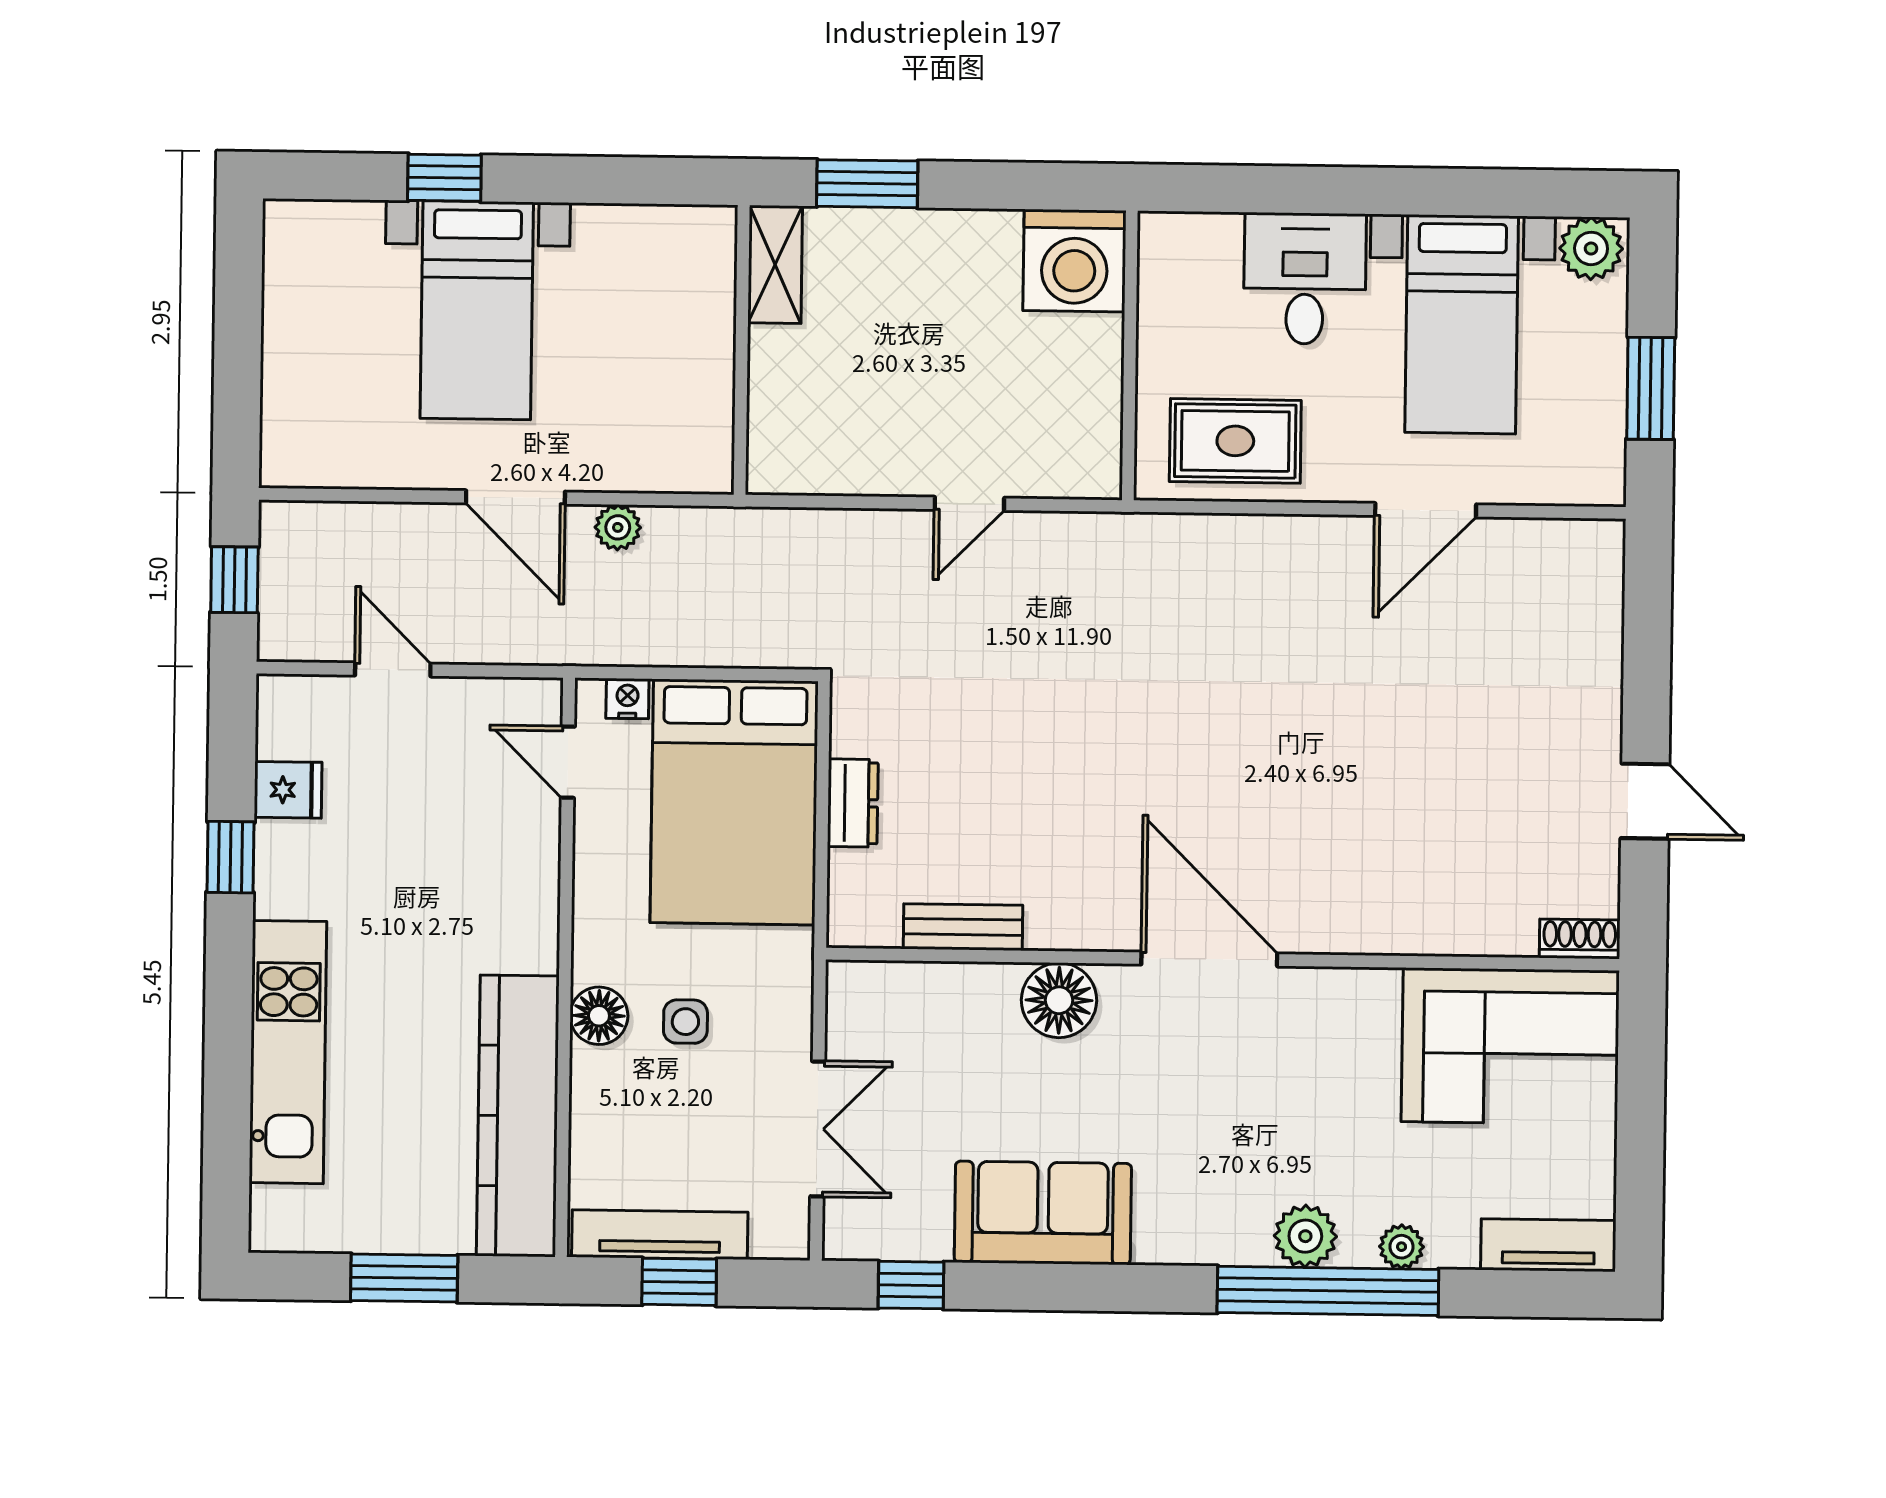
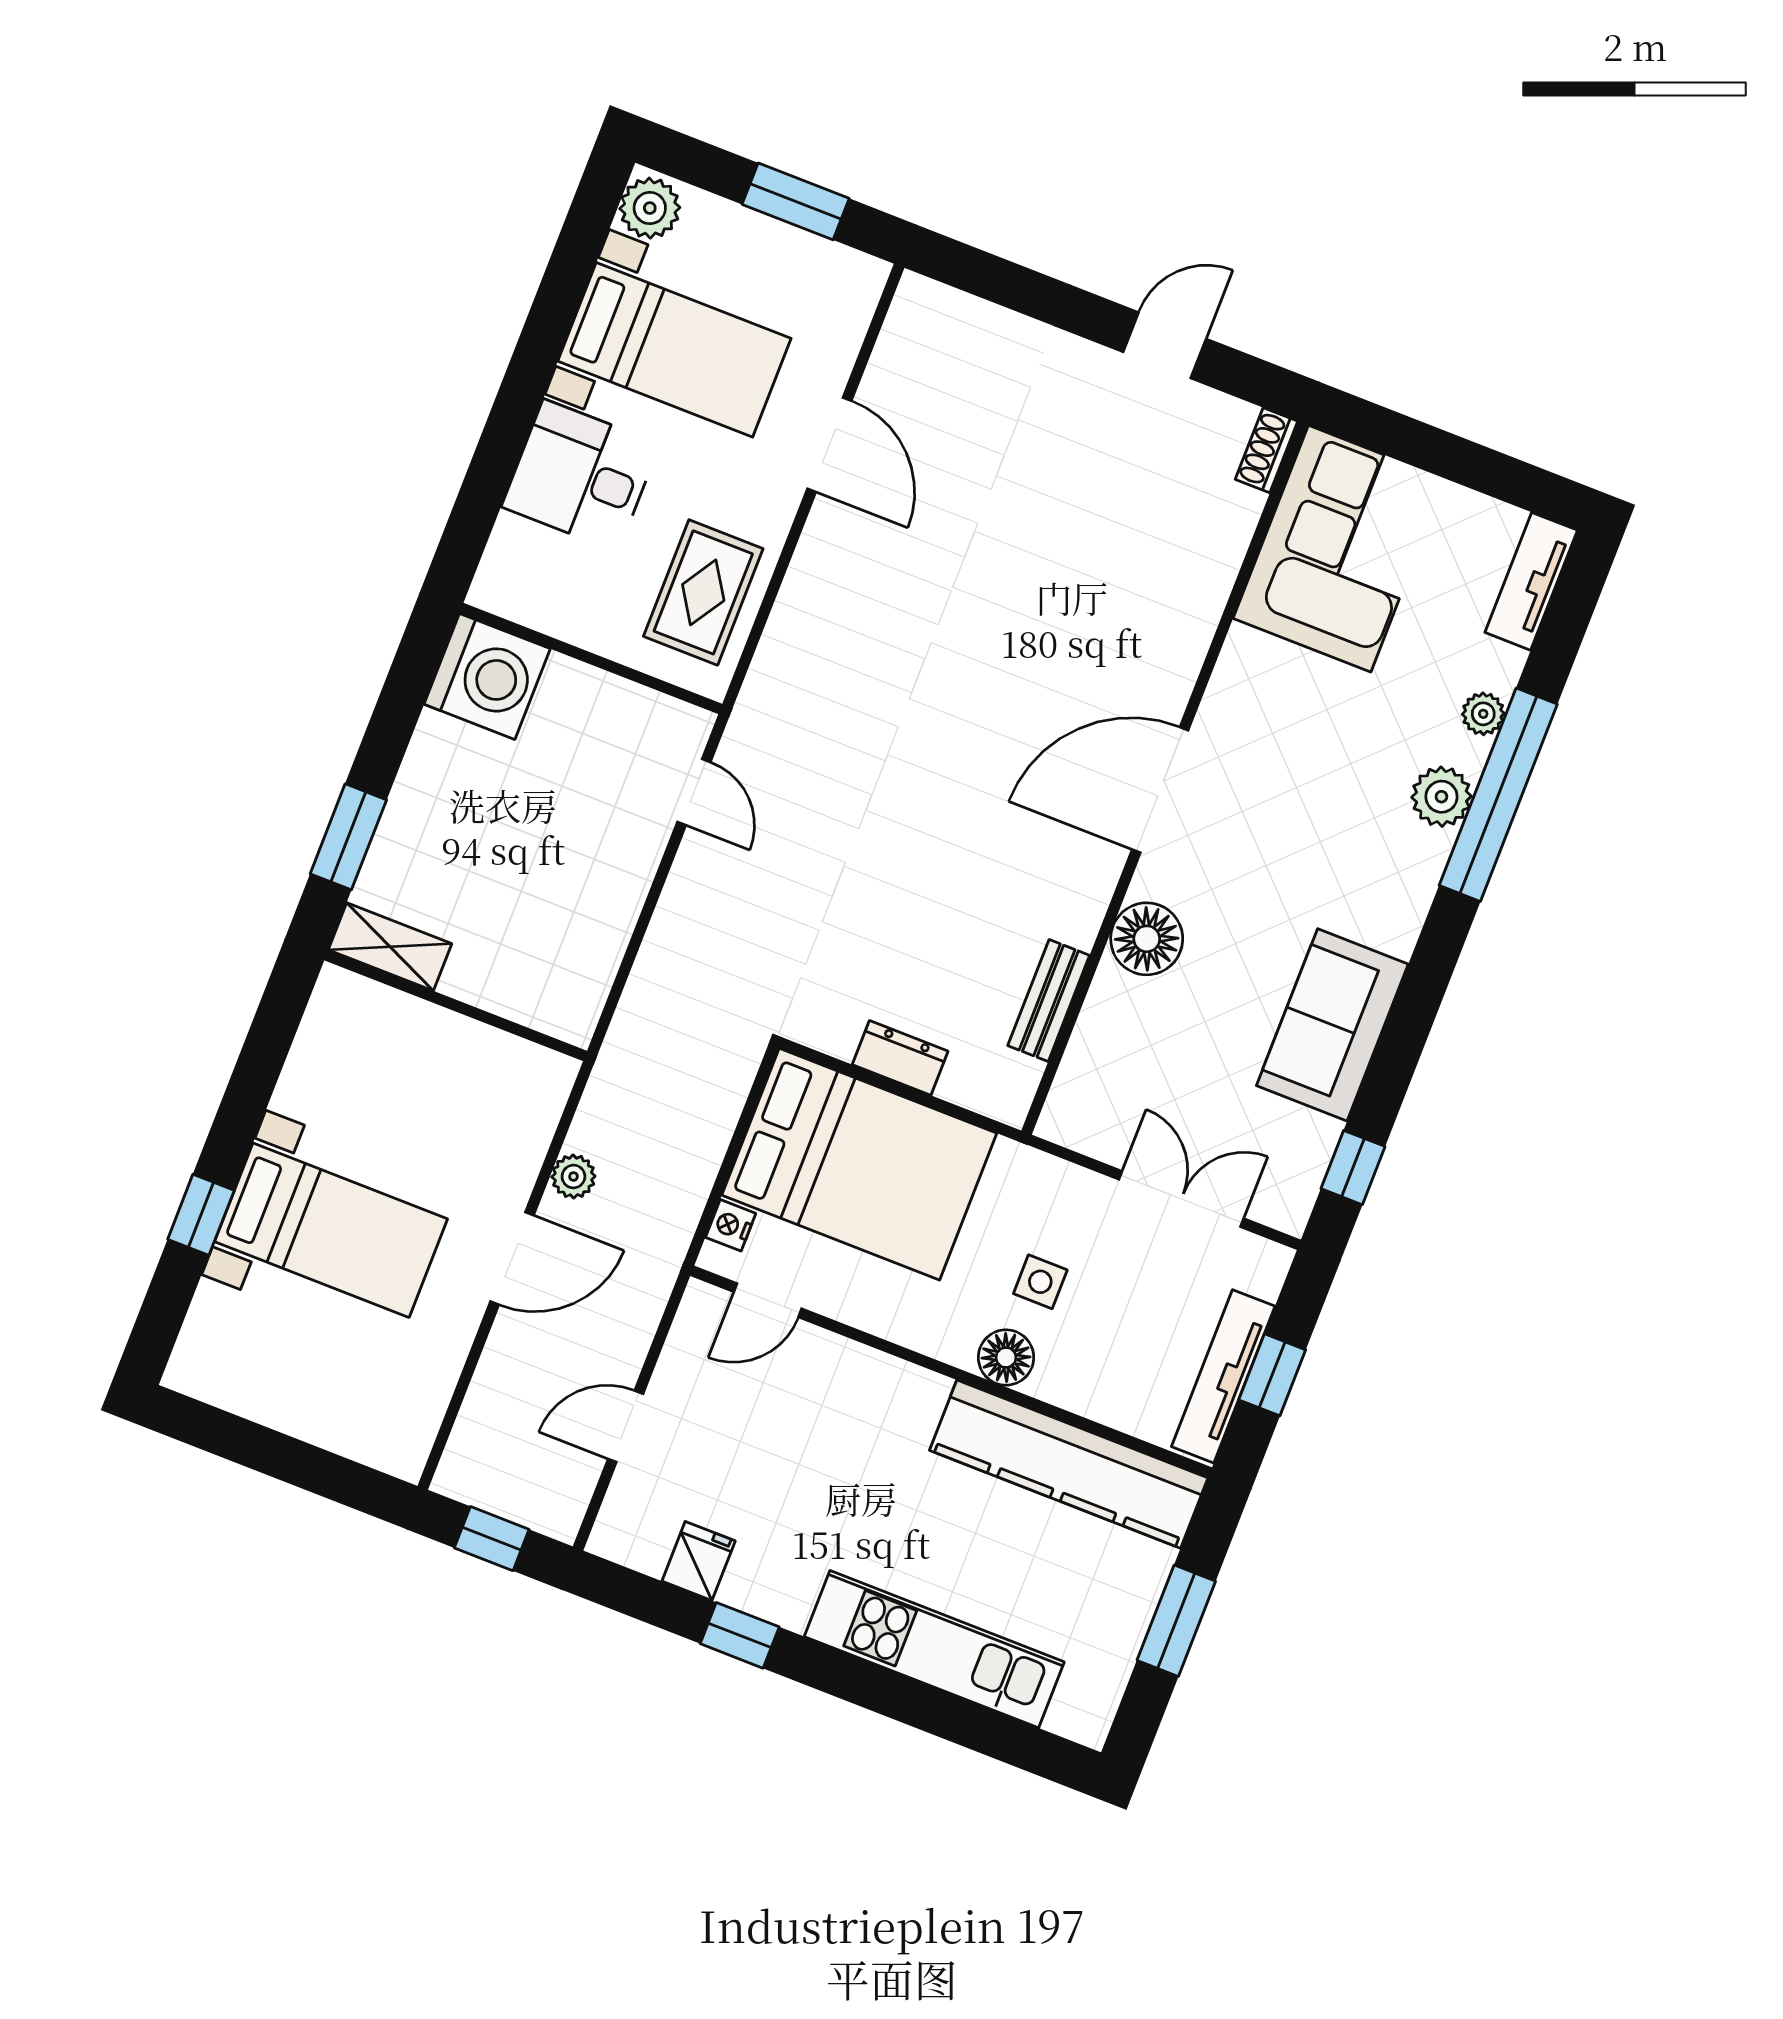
door: (969, 504) -> (694, 792), moved

